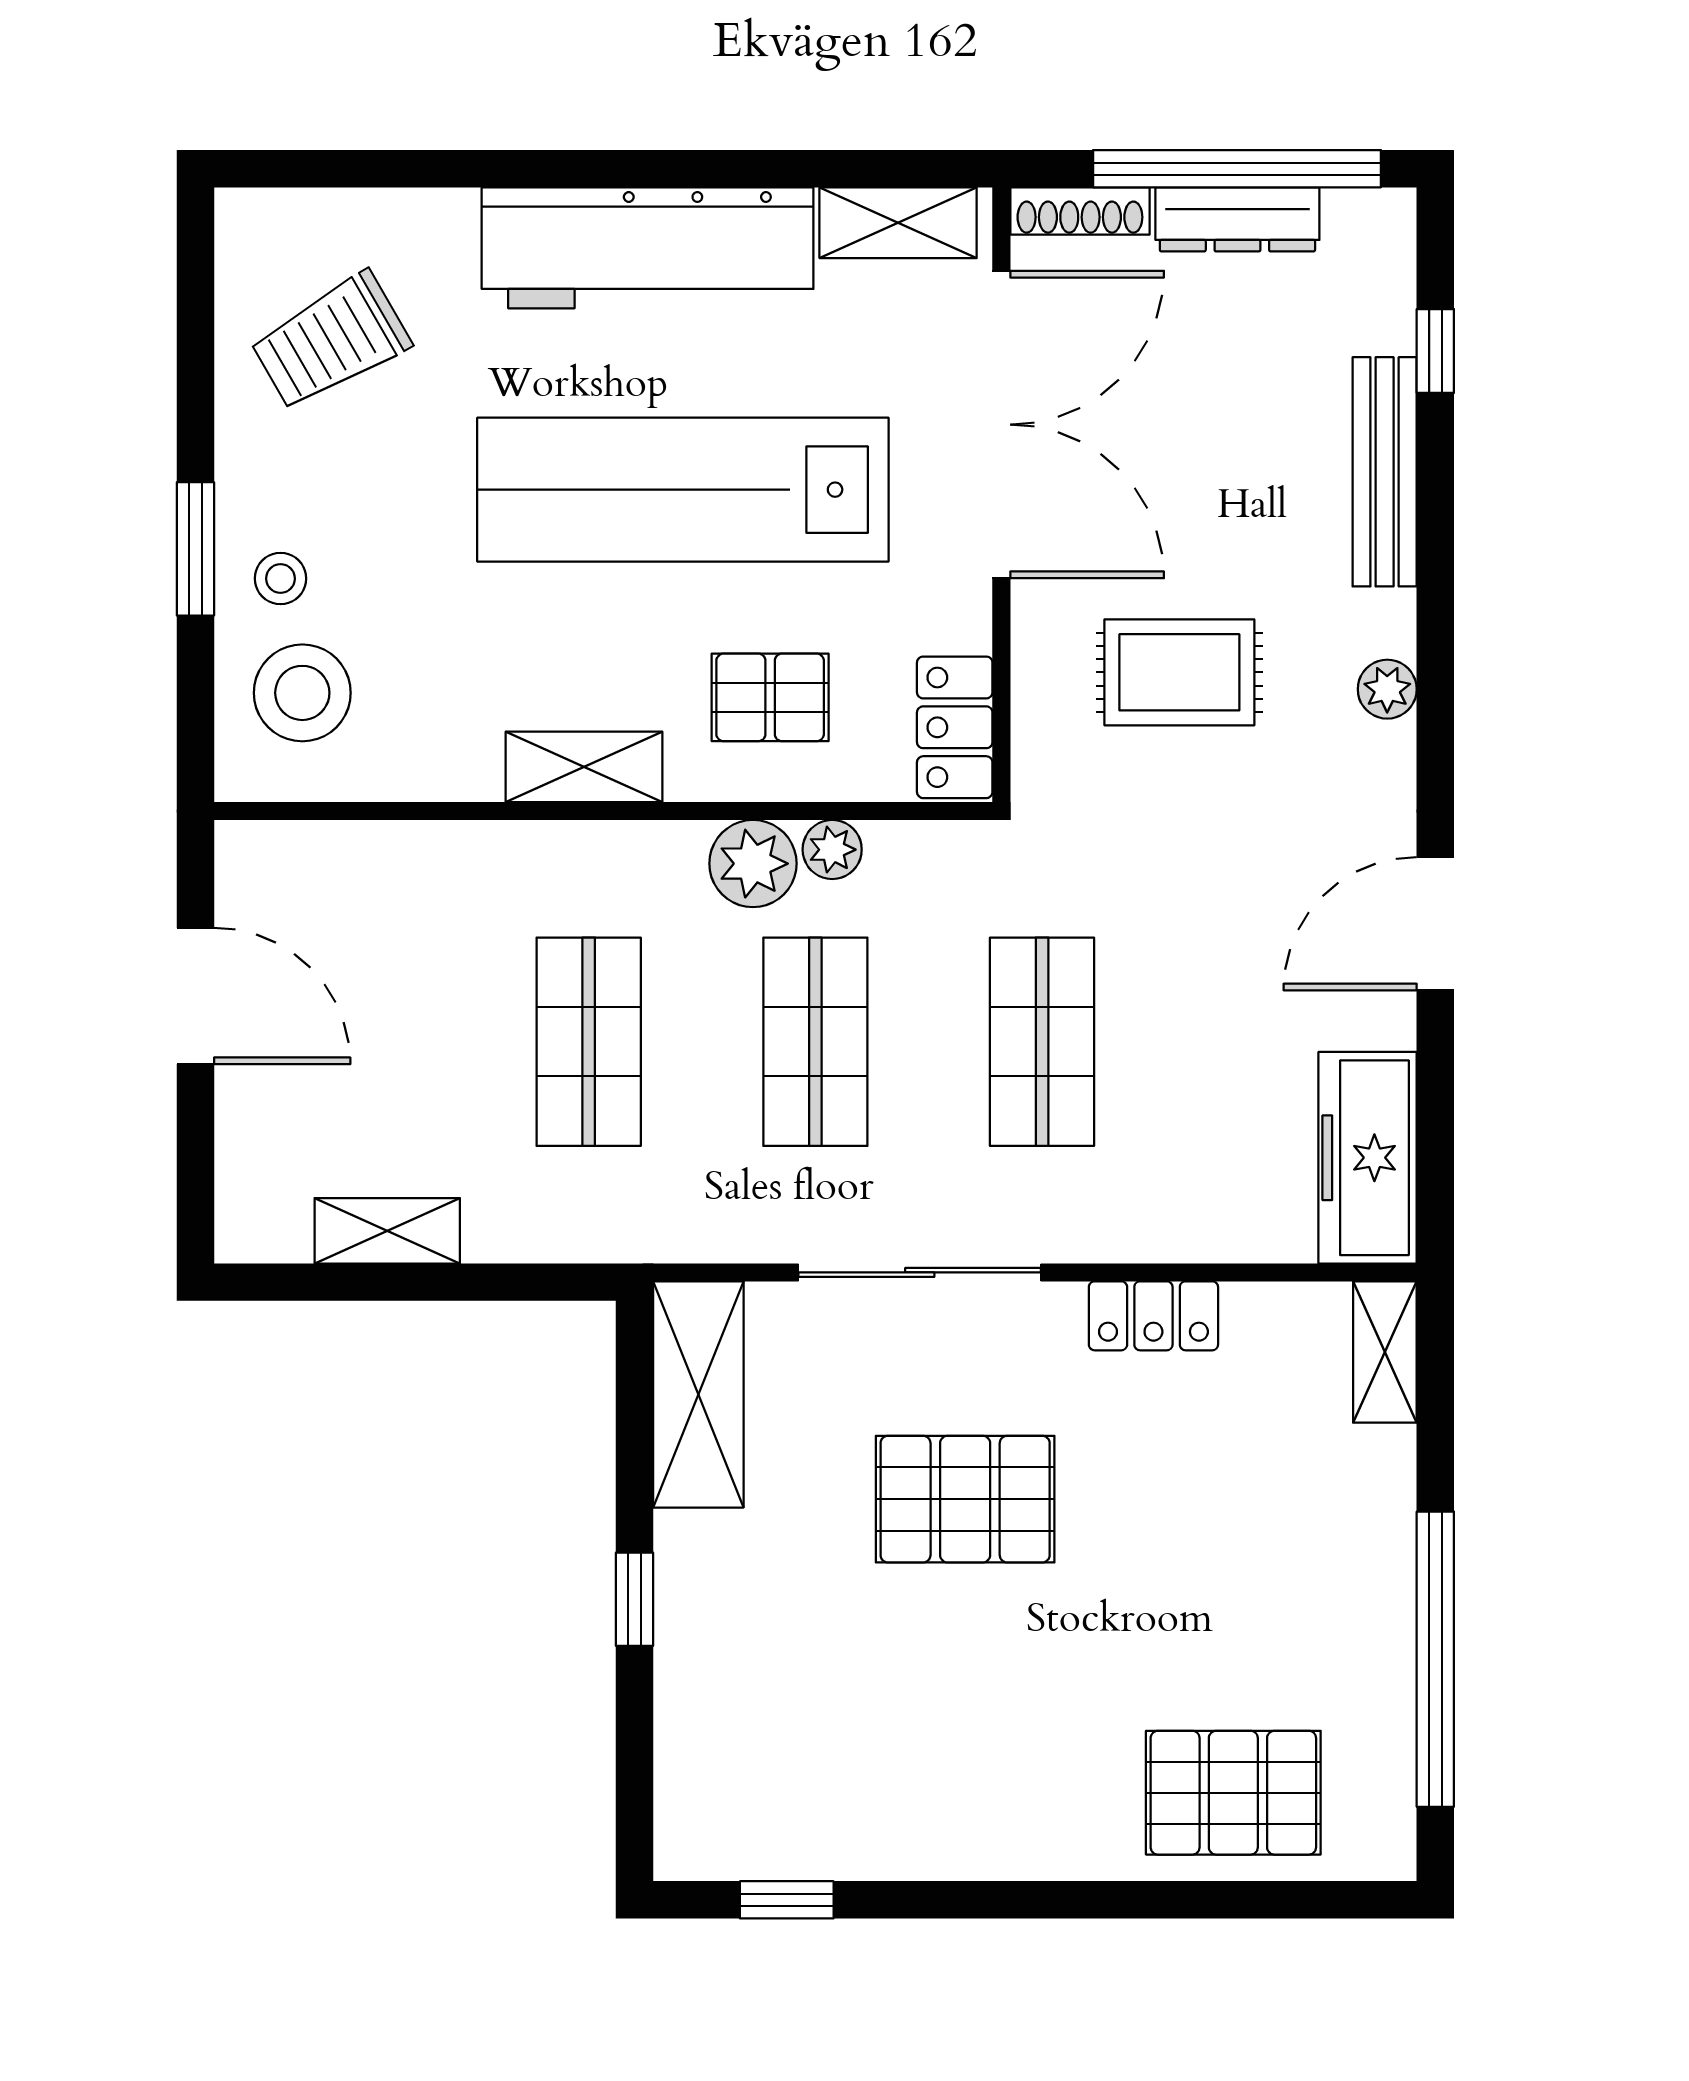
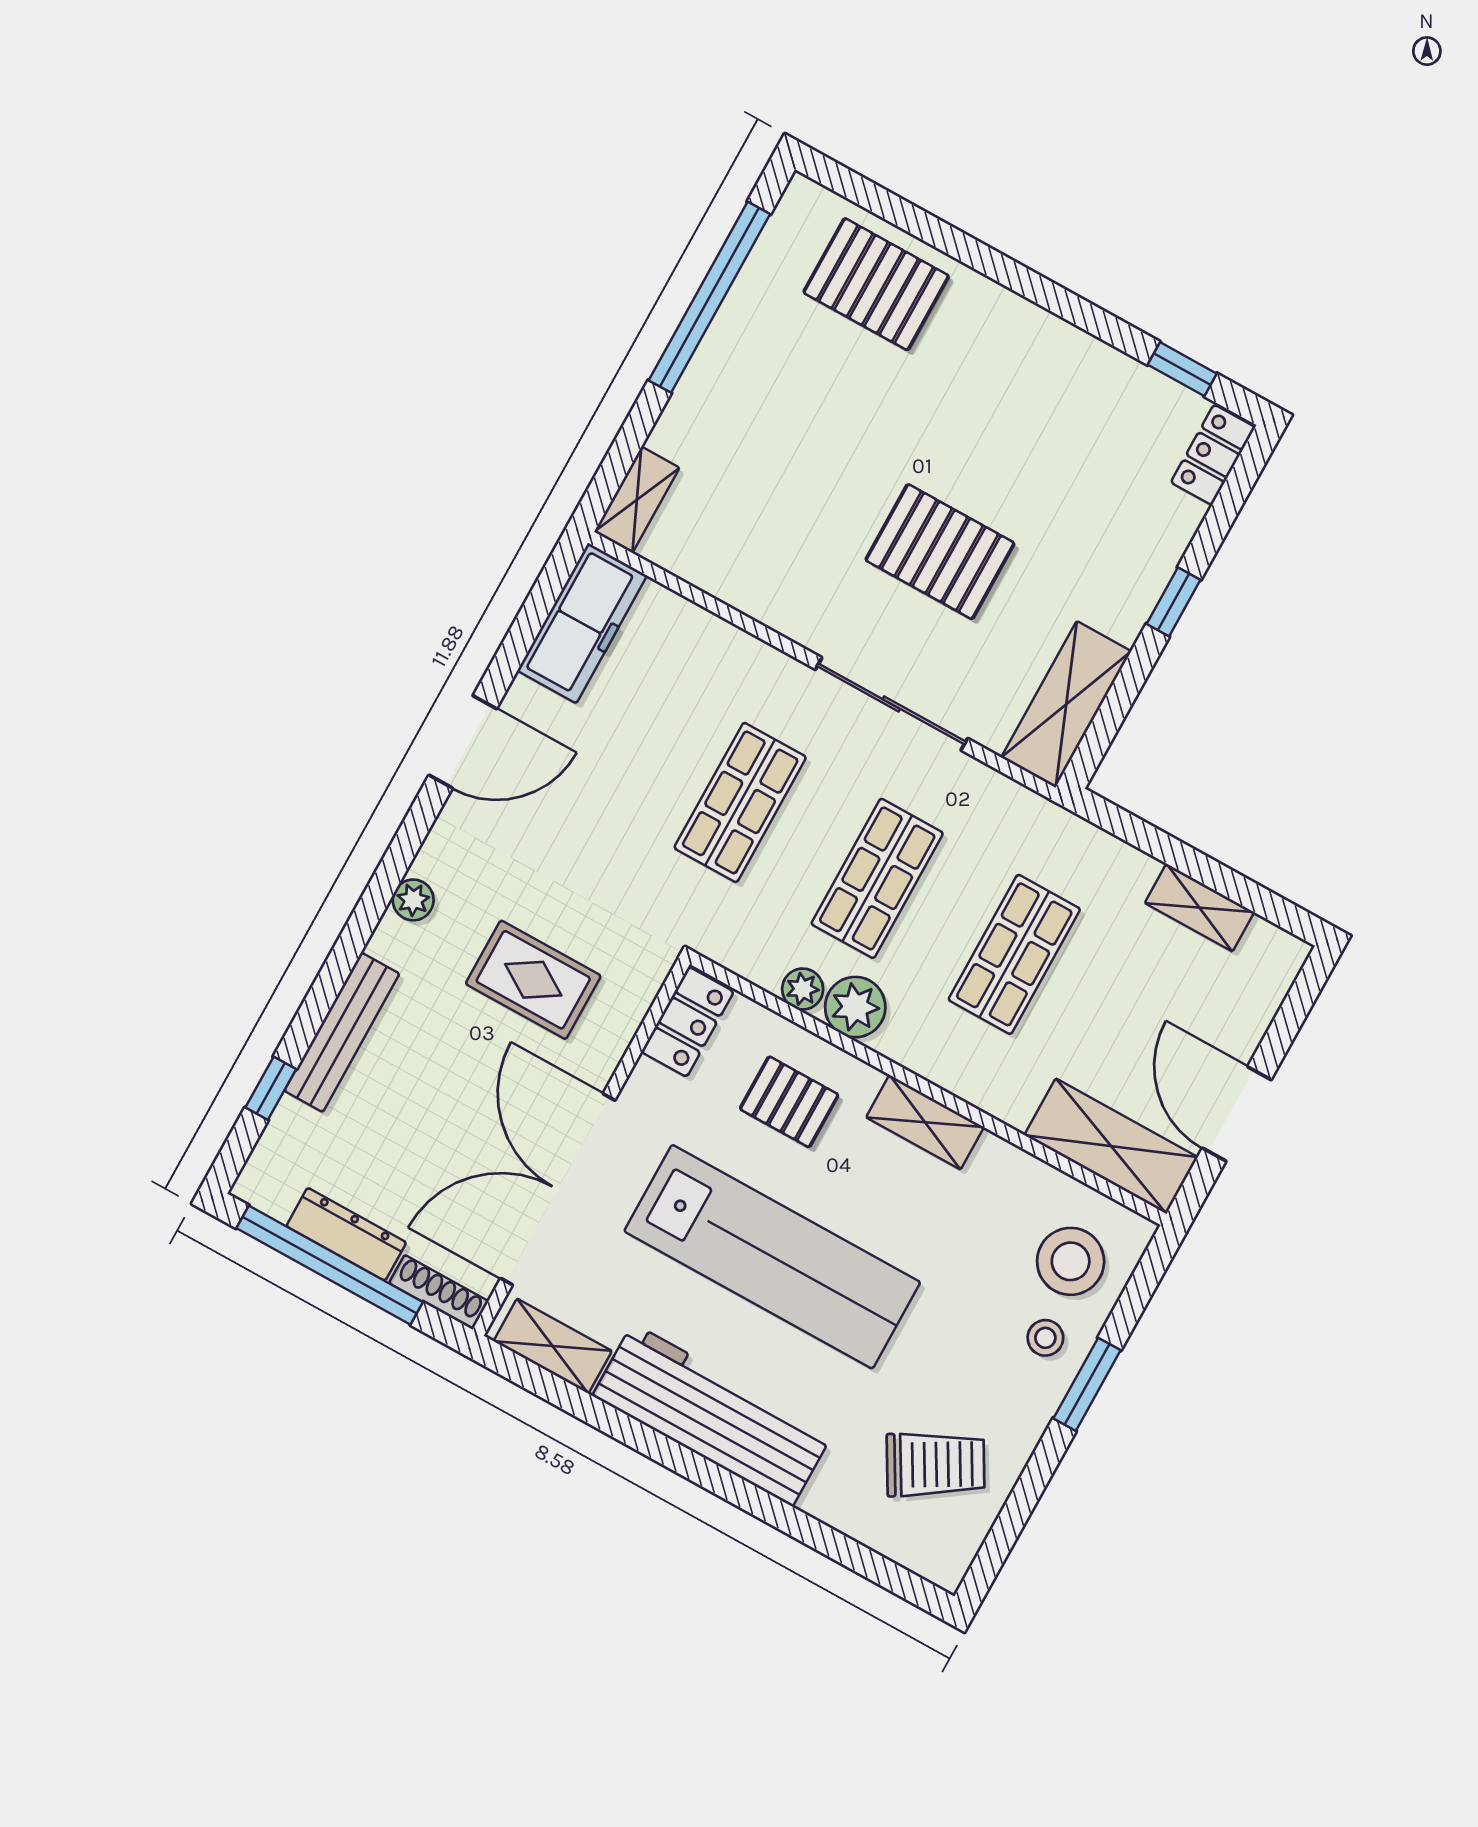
shelving: (332, 867) -> (1111, 1146), added
locker: (1153, 1316) -> (1213, 455), moved, turned -90

